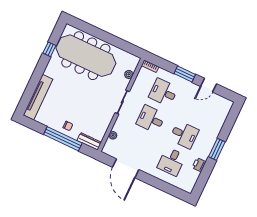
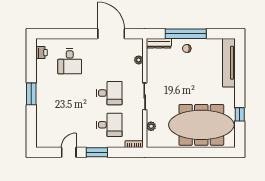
desk: (184, 135) -> (70, 93), removed
desk: (172, 162) -> (70, 61), turned 180
printer: (199, 165) -> (42, 53), moved

